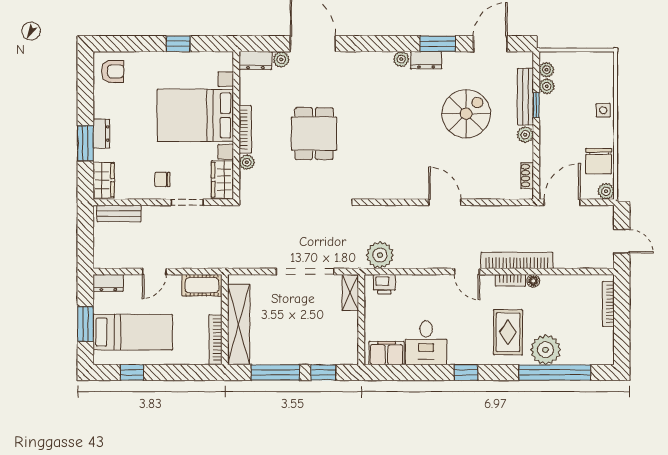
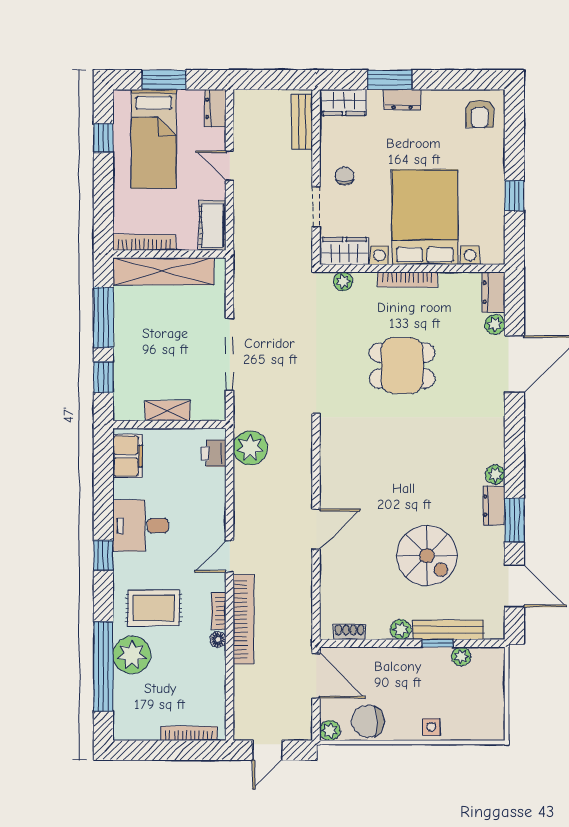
plant: (547, 70) -> (482, 656), removed
plant: (247, 162) -> (343, 281), moved
shelving: (350, 292) -> (168, 411), moved
desk: (426, 343) -> (141, 526), moved

